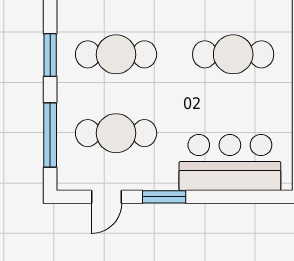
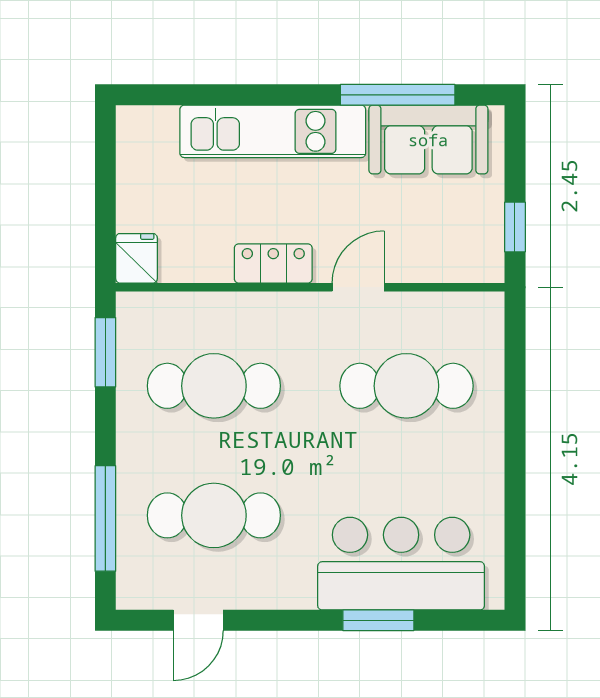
window: (50, 55) -> (105, 352), moved
window: (164, 197) -> (378, 620), moved

